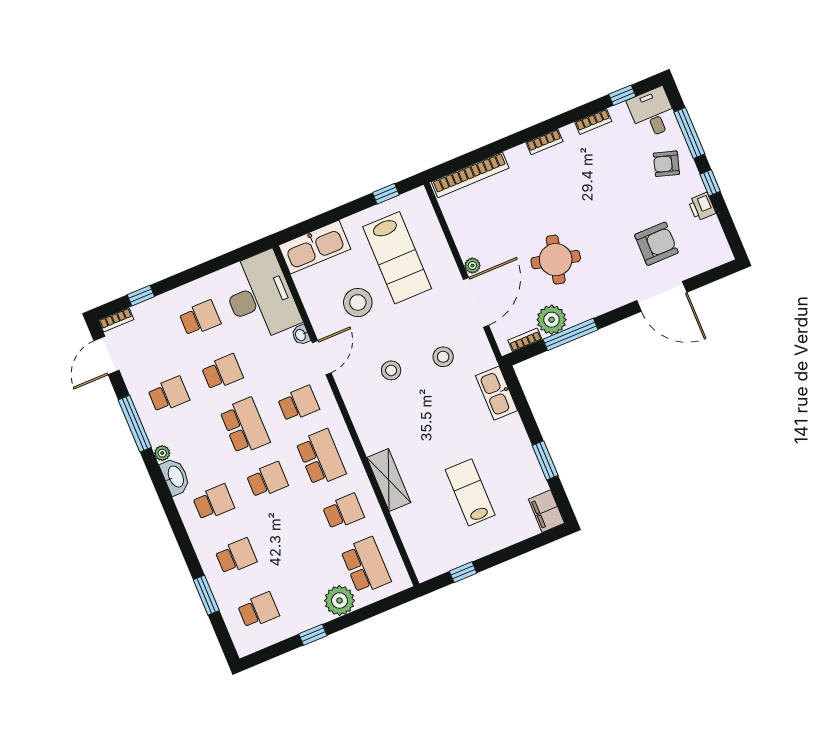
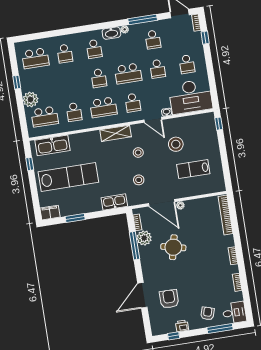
window: (622, 95) -> (247, 300), removed
window: (710, 183) -> (174, 336), moved
window: (386, 194) -> (219, 124), moved
armchair: (656, 244) -> (169, 299), turned 180
kitchen sink: (315, 247) -> (53, 145), moved, turned -90
lab bench: (397, 258) -> (193, 169), width x0.73, depth x0.72
shelving: (389, 480) -> (116, 133), moved
lab bench: (470, 492) -> (68, 177), width x1.86, depth x1.39
window: (206, 595) -> (49, 34), removed
school desk: (258, 610) -> (35, 58), width x1.85

